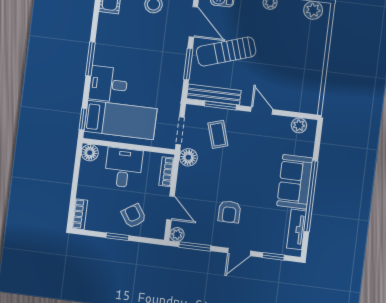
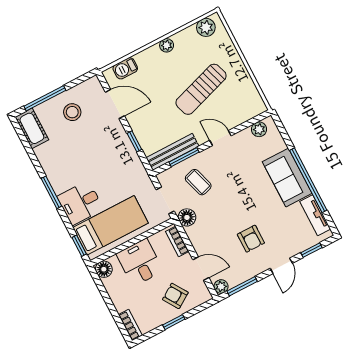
sun lounger: (226, 52) -> (201, 89), moved
window: (188, 64) -> (134, 141), width x0.67

